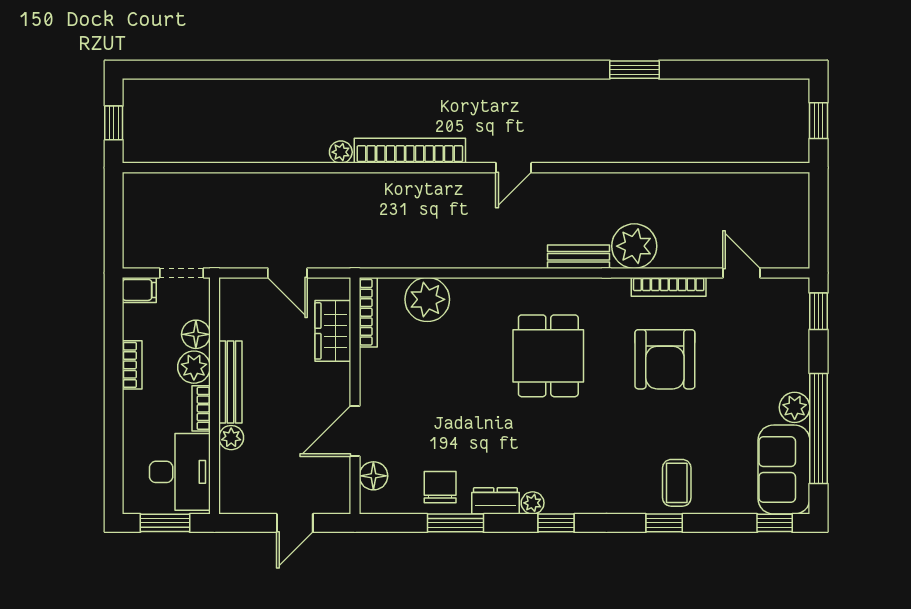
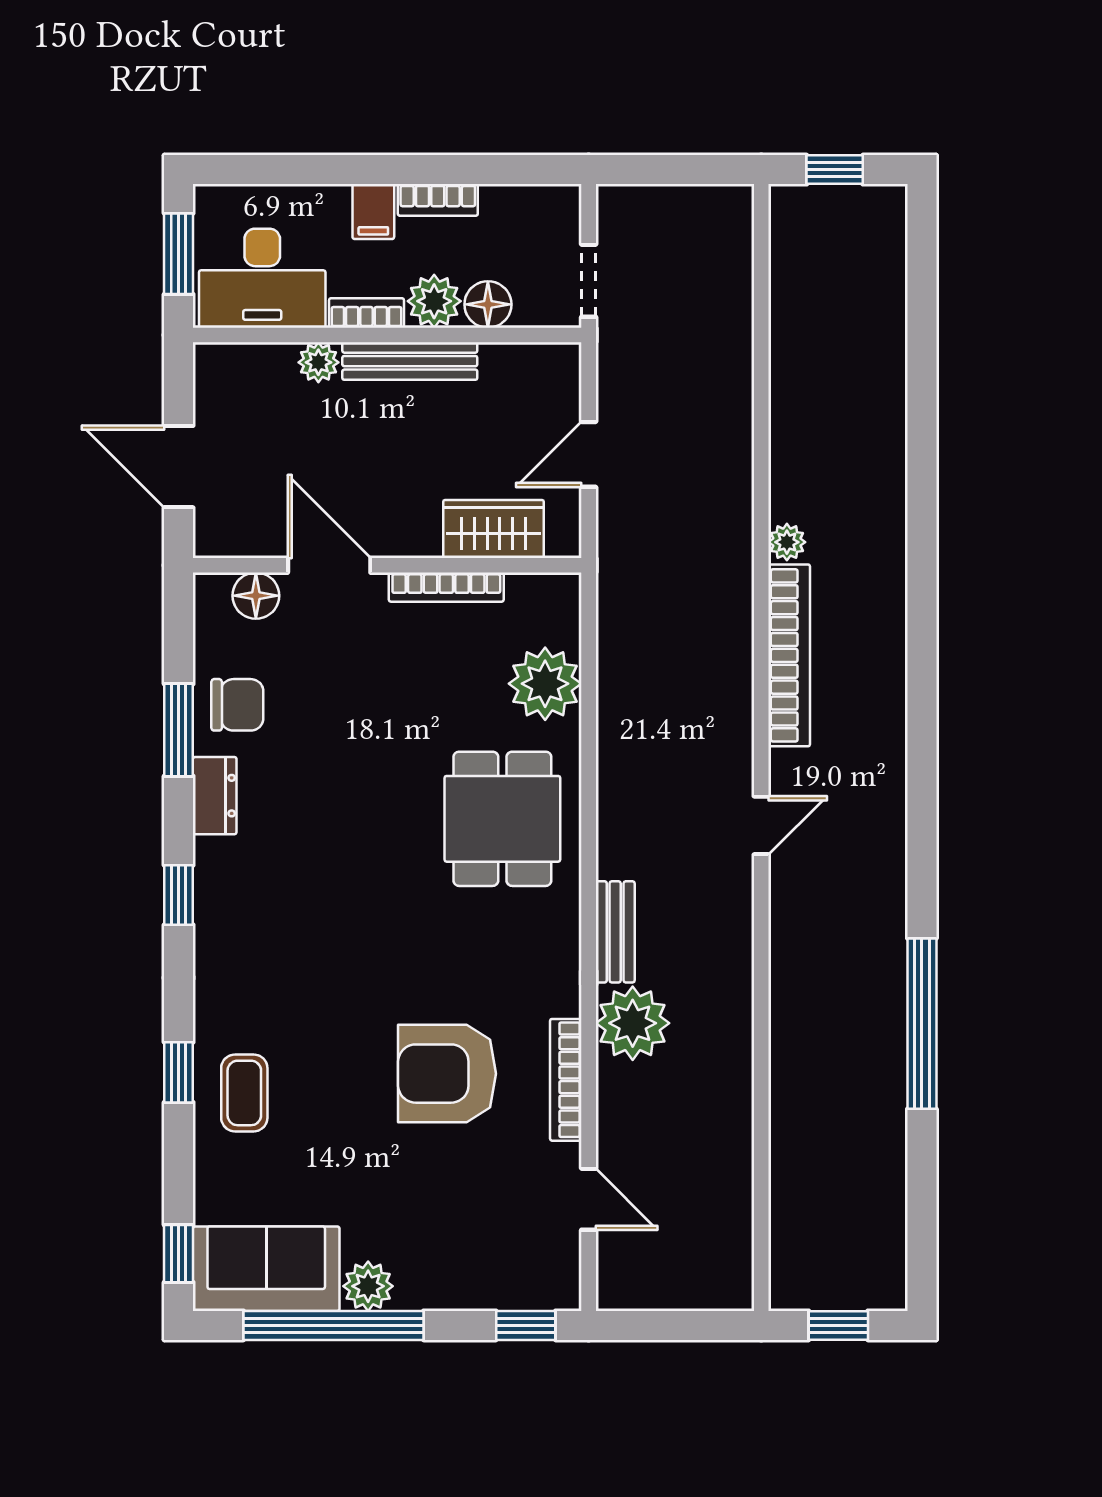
window: (634, 70) -> (922, 1024), width x2.11
door: (514, 168) -> (761, 825), swing flipped
door: (742, 273) -> (589, 1199), hinge flipped
filing cabinet: (139, 290) -> (373, 212), moved
bookcase: (368, 312) -> (446, 587), moved
dining table: (548, 356) -> (502, 819), moved, turned 90
coffee table: (677, 483) -> (244, 1093), turned 90
plant: (533, 503) -> (211, 857), removed
door: (295, 523) -> (179, 467), width x1.38

